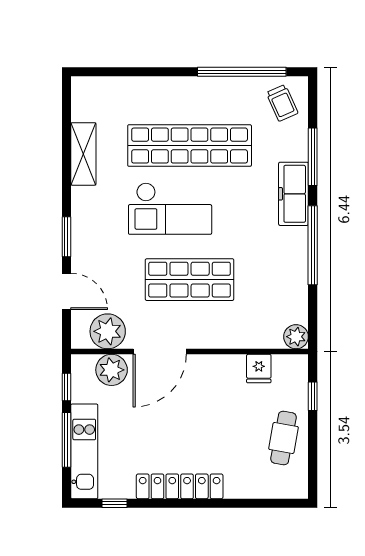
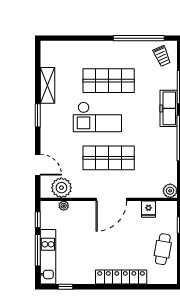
shop shelf: (190, 146) -> (109, 81), width x0.71
window: (66, 237) -> (38, 115), moved
door: (160, 352) -> (111, 199), moved
plant: (112, 370) -> (64, 206), width x0.53, depth x0.53
locker: (180, 486) -> (121, 277), moved

